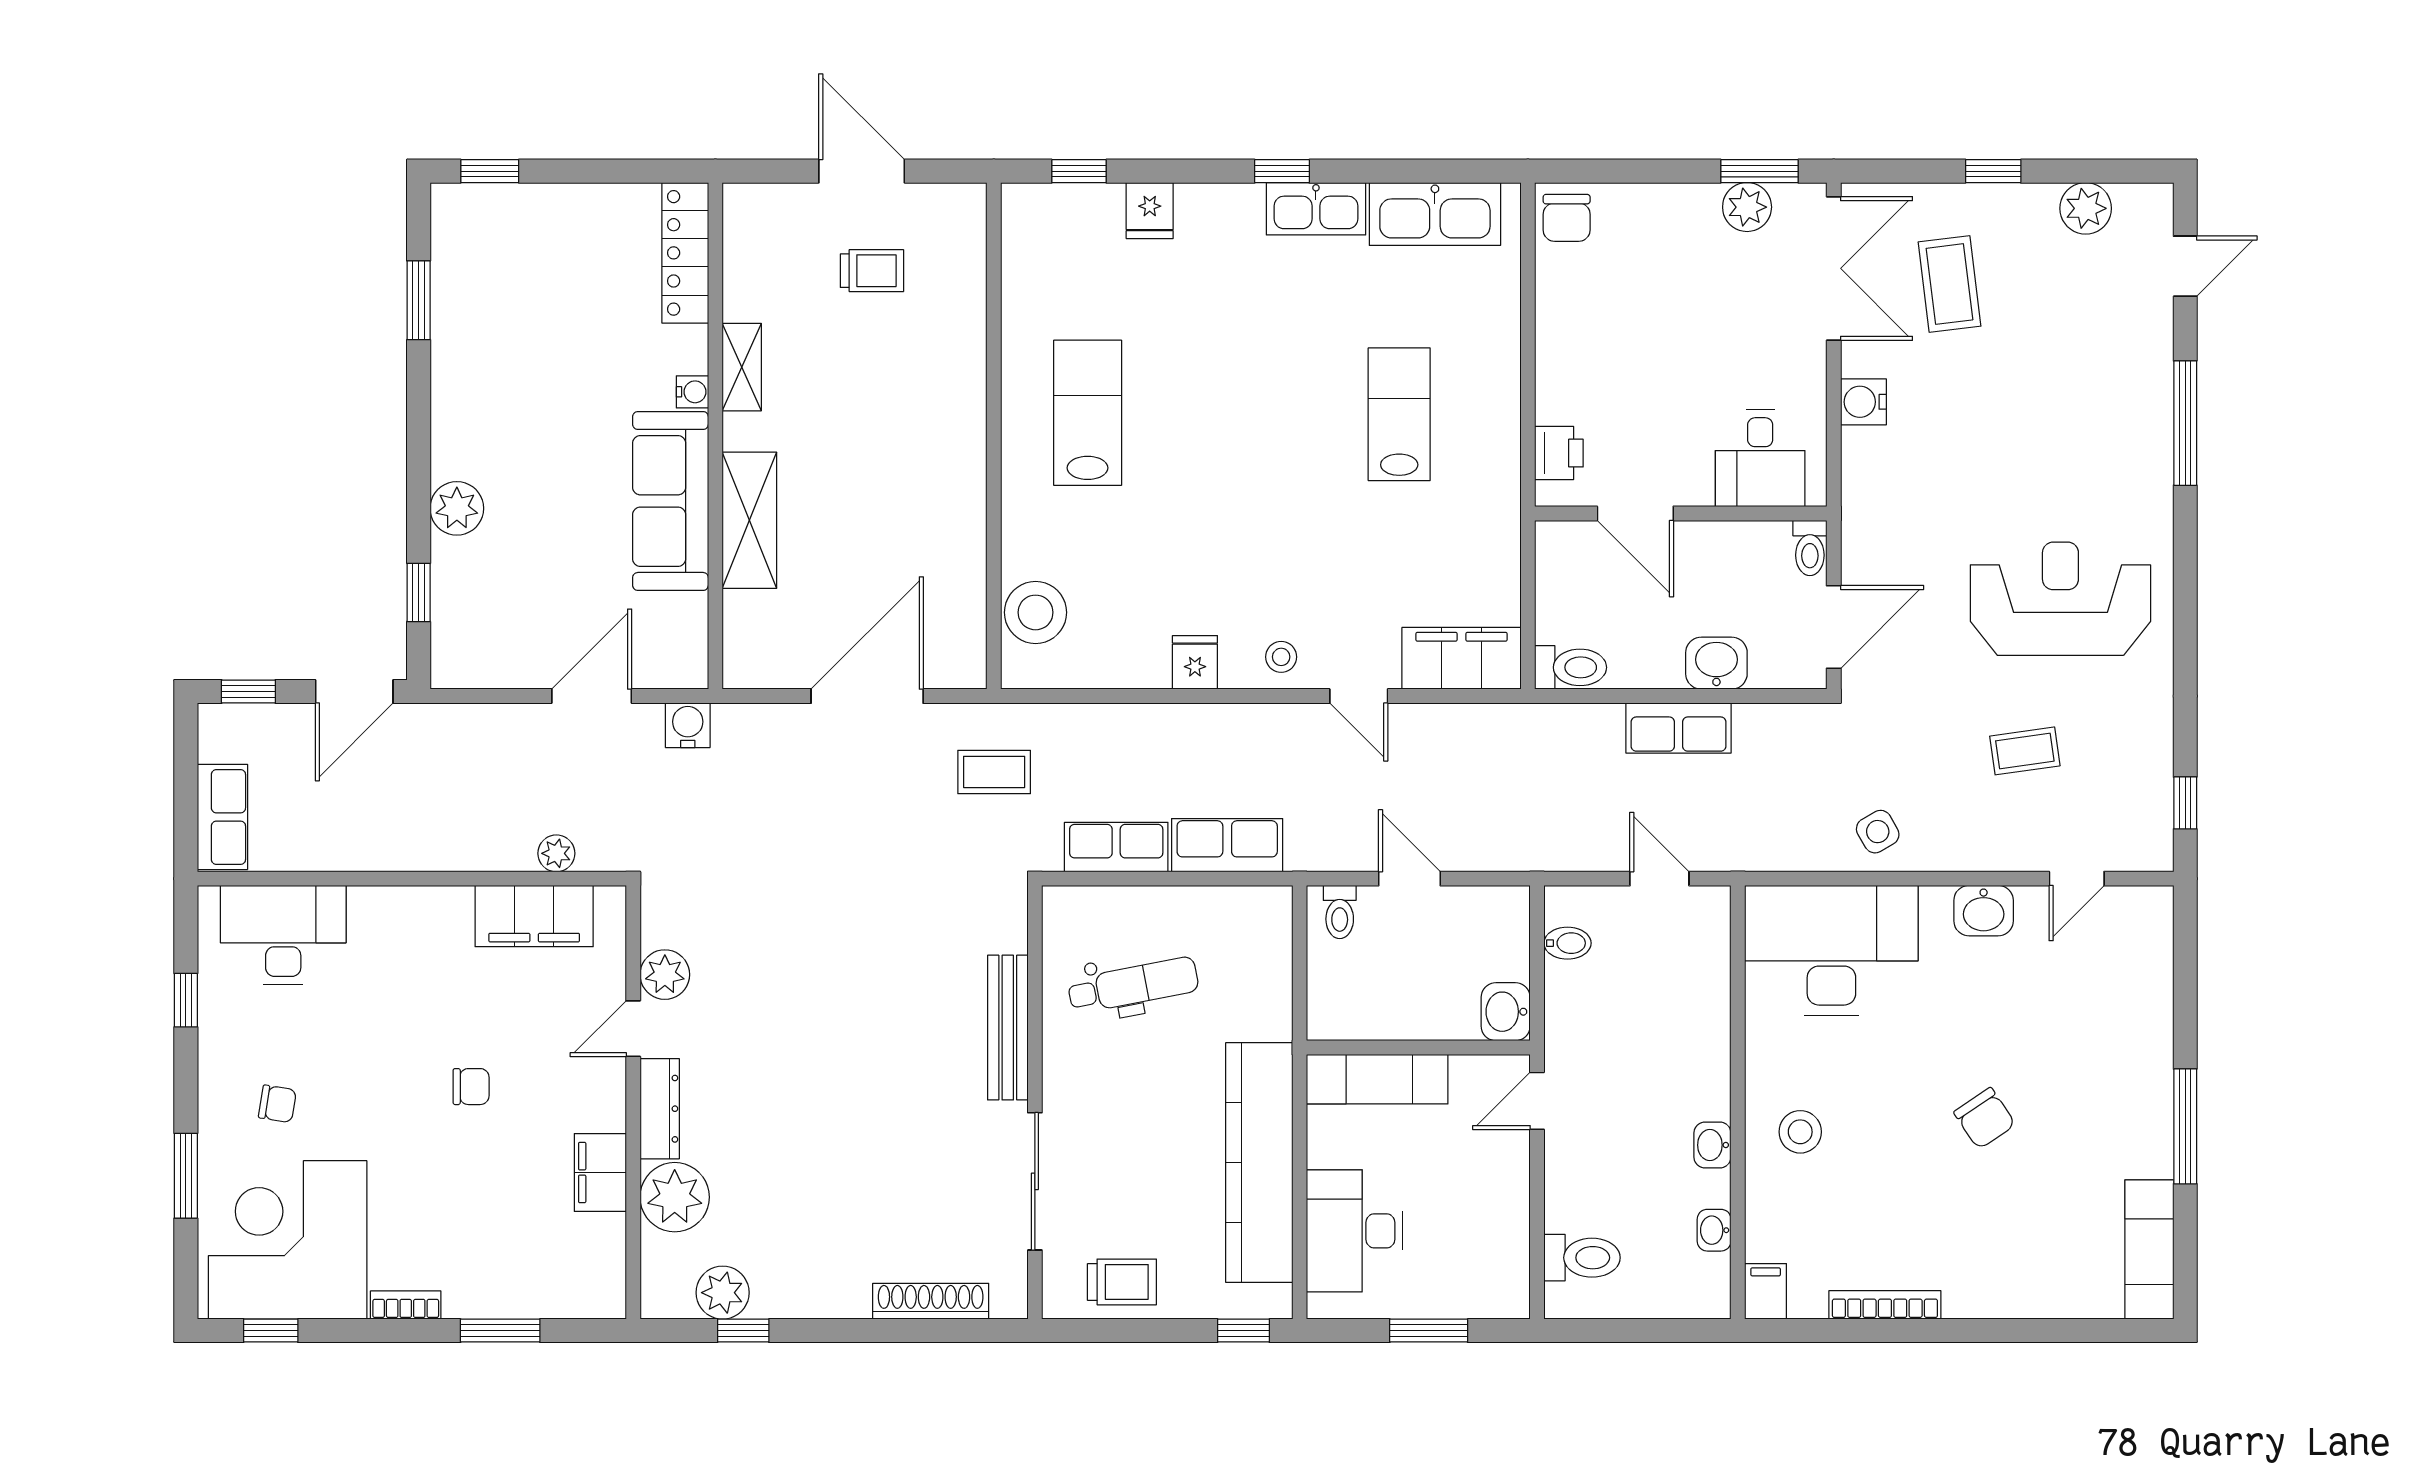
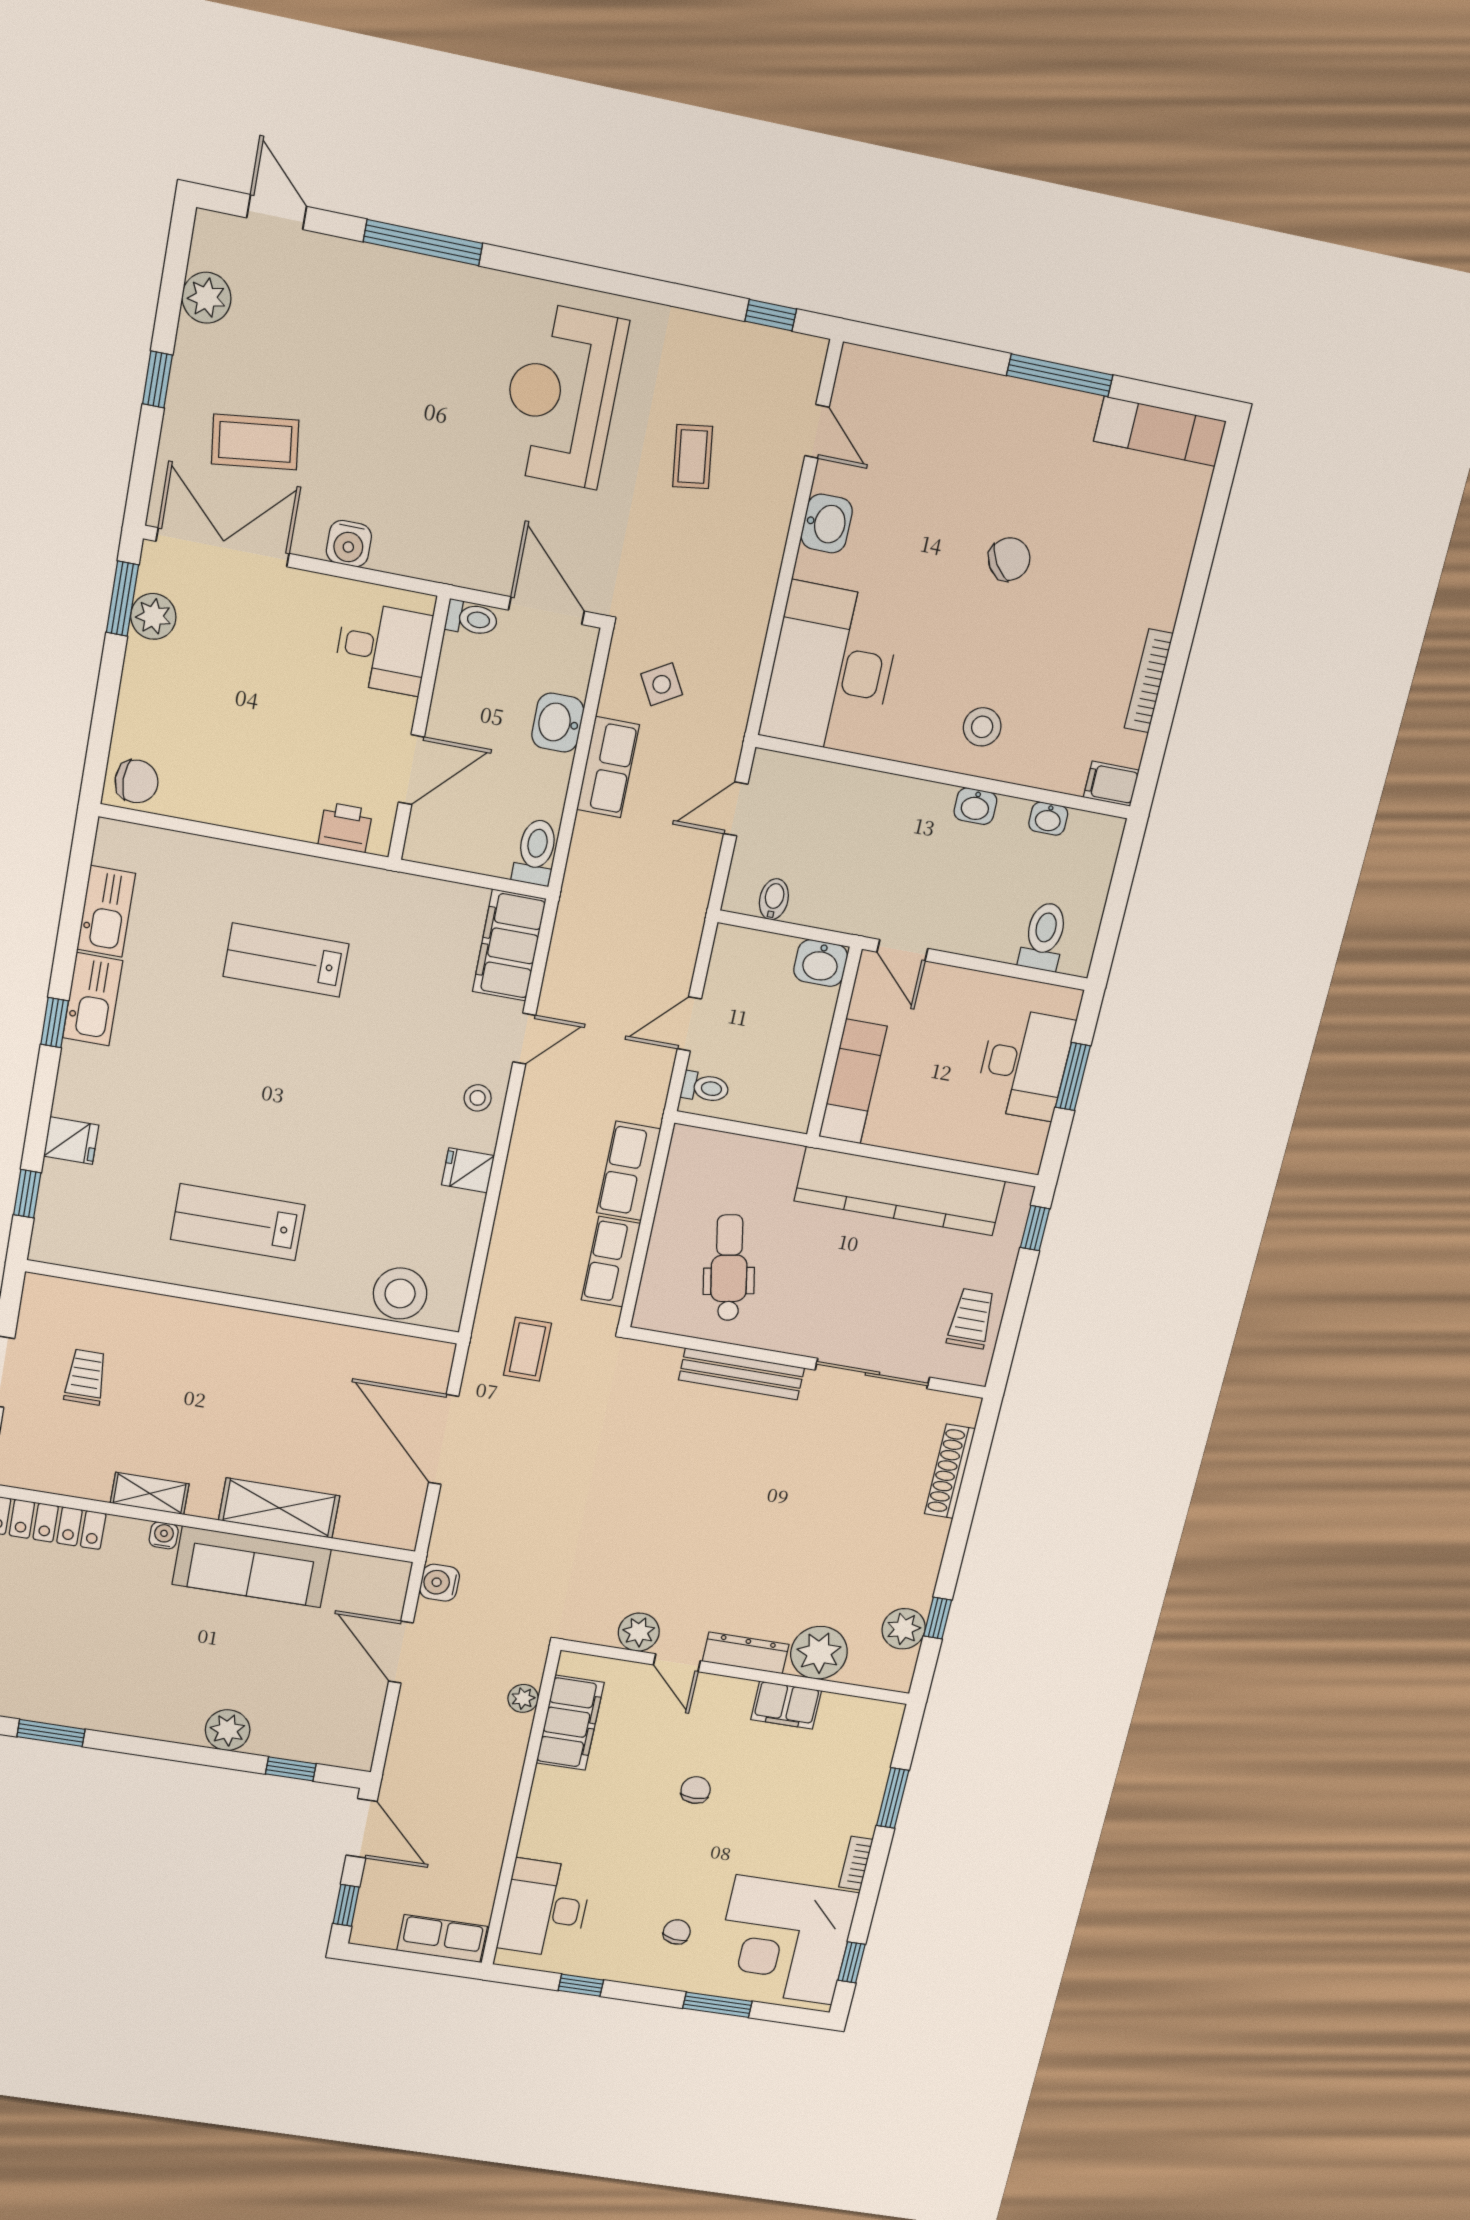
kitchen sink: (1435, 214) -> (106, 911), width x0.73, depth x0.81
side table: (1878, 832) -> (662, 684), moved
desk: (1354, 1231) -> (1024, 1064), moved, turned -90

